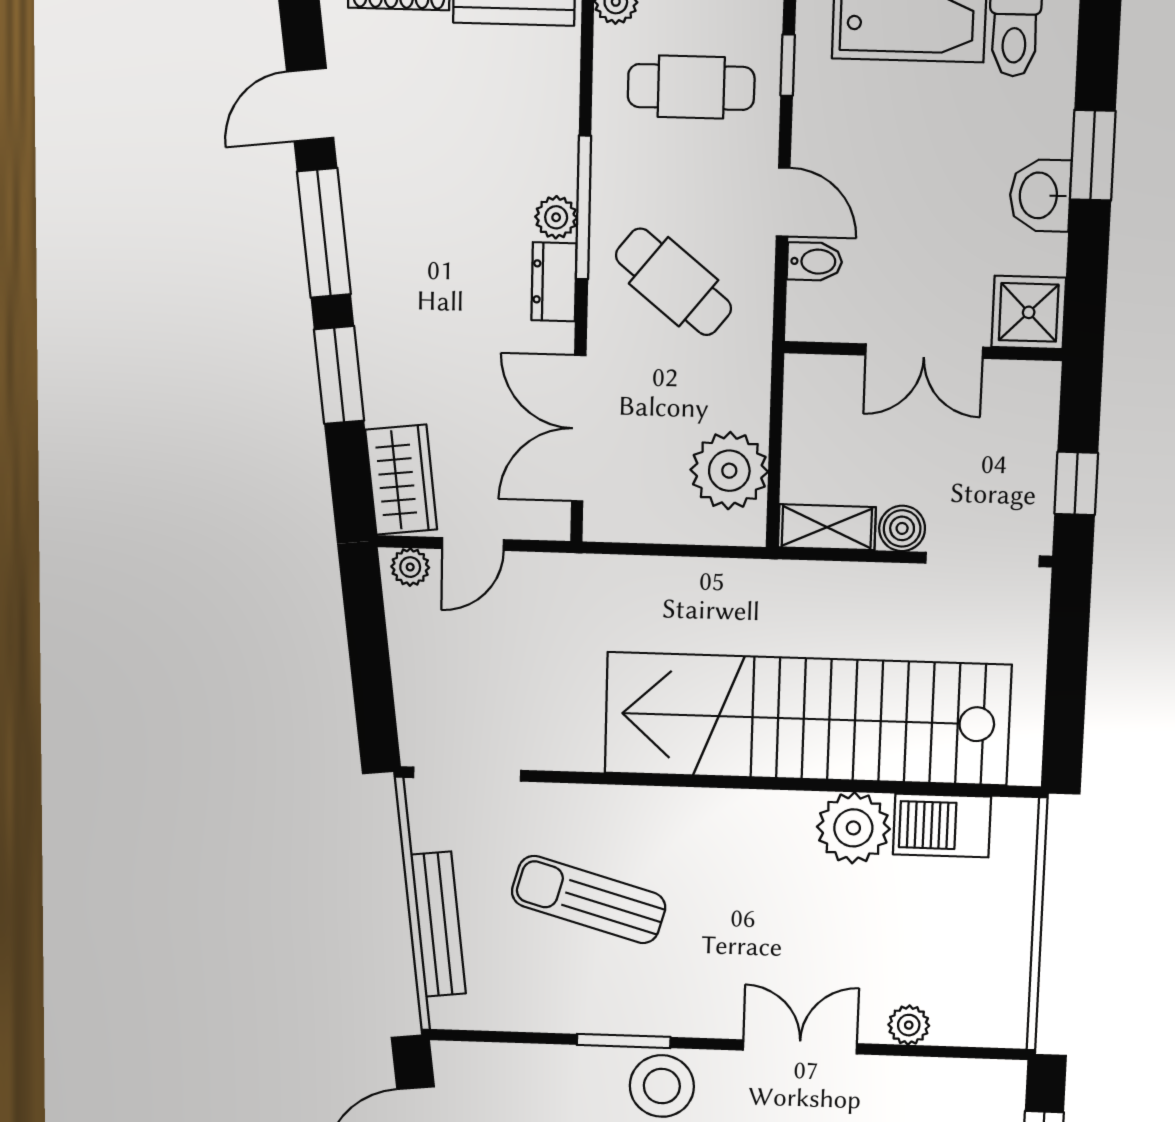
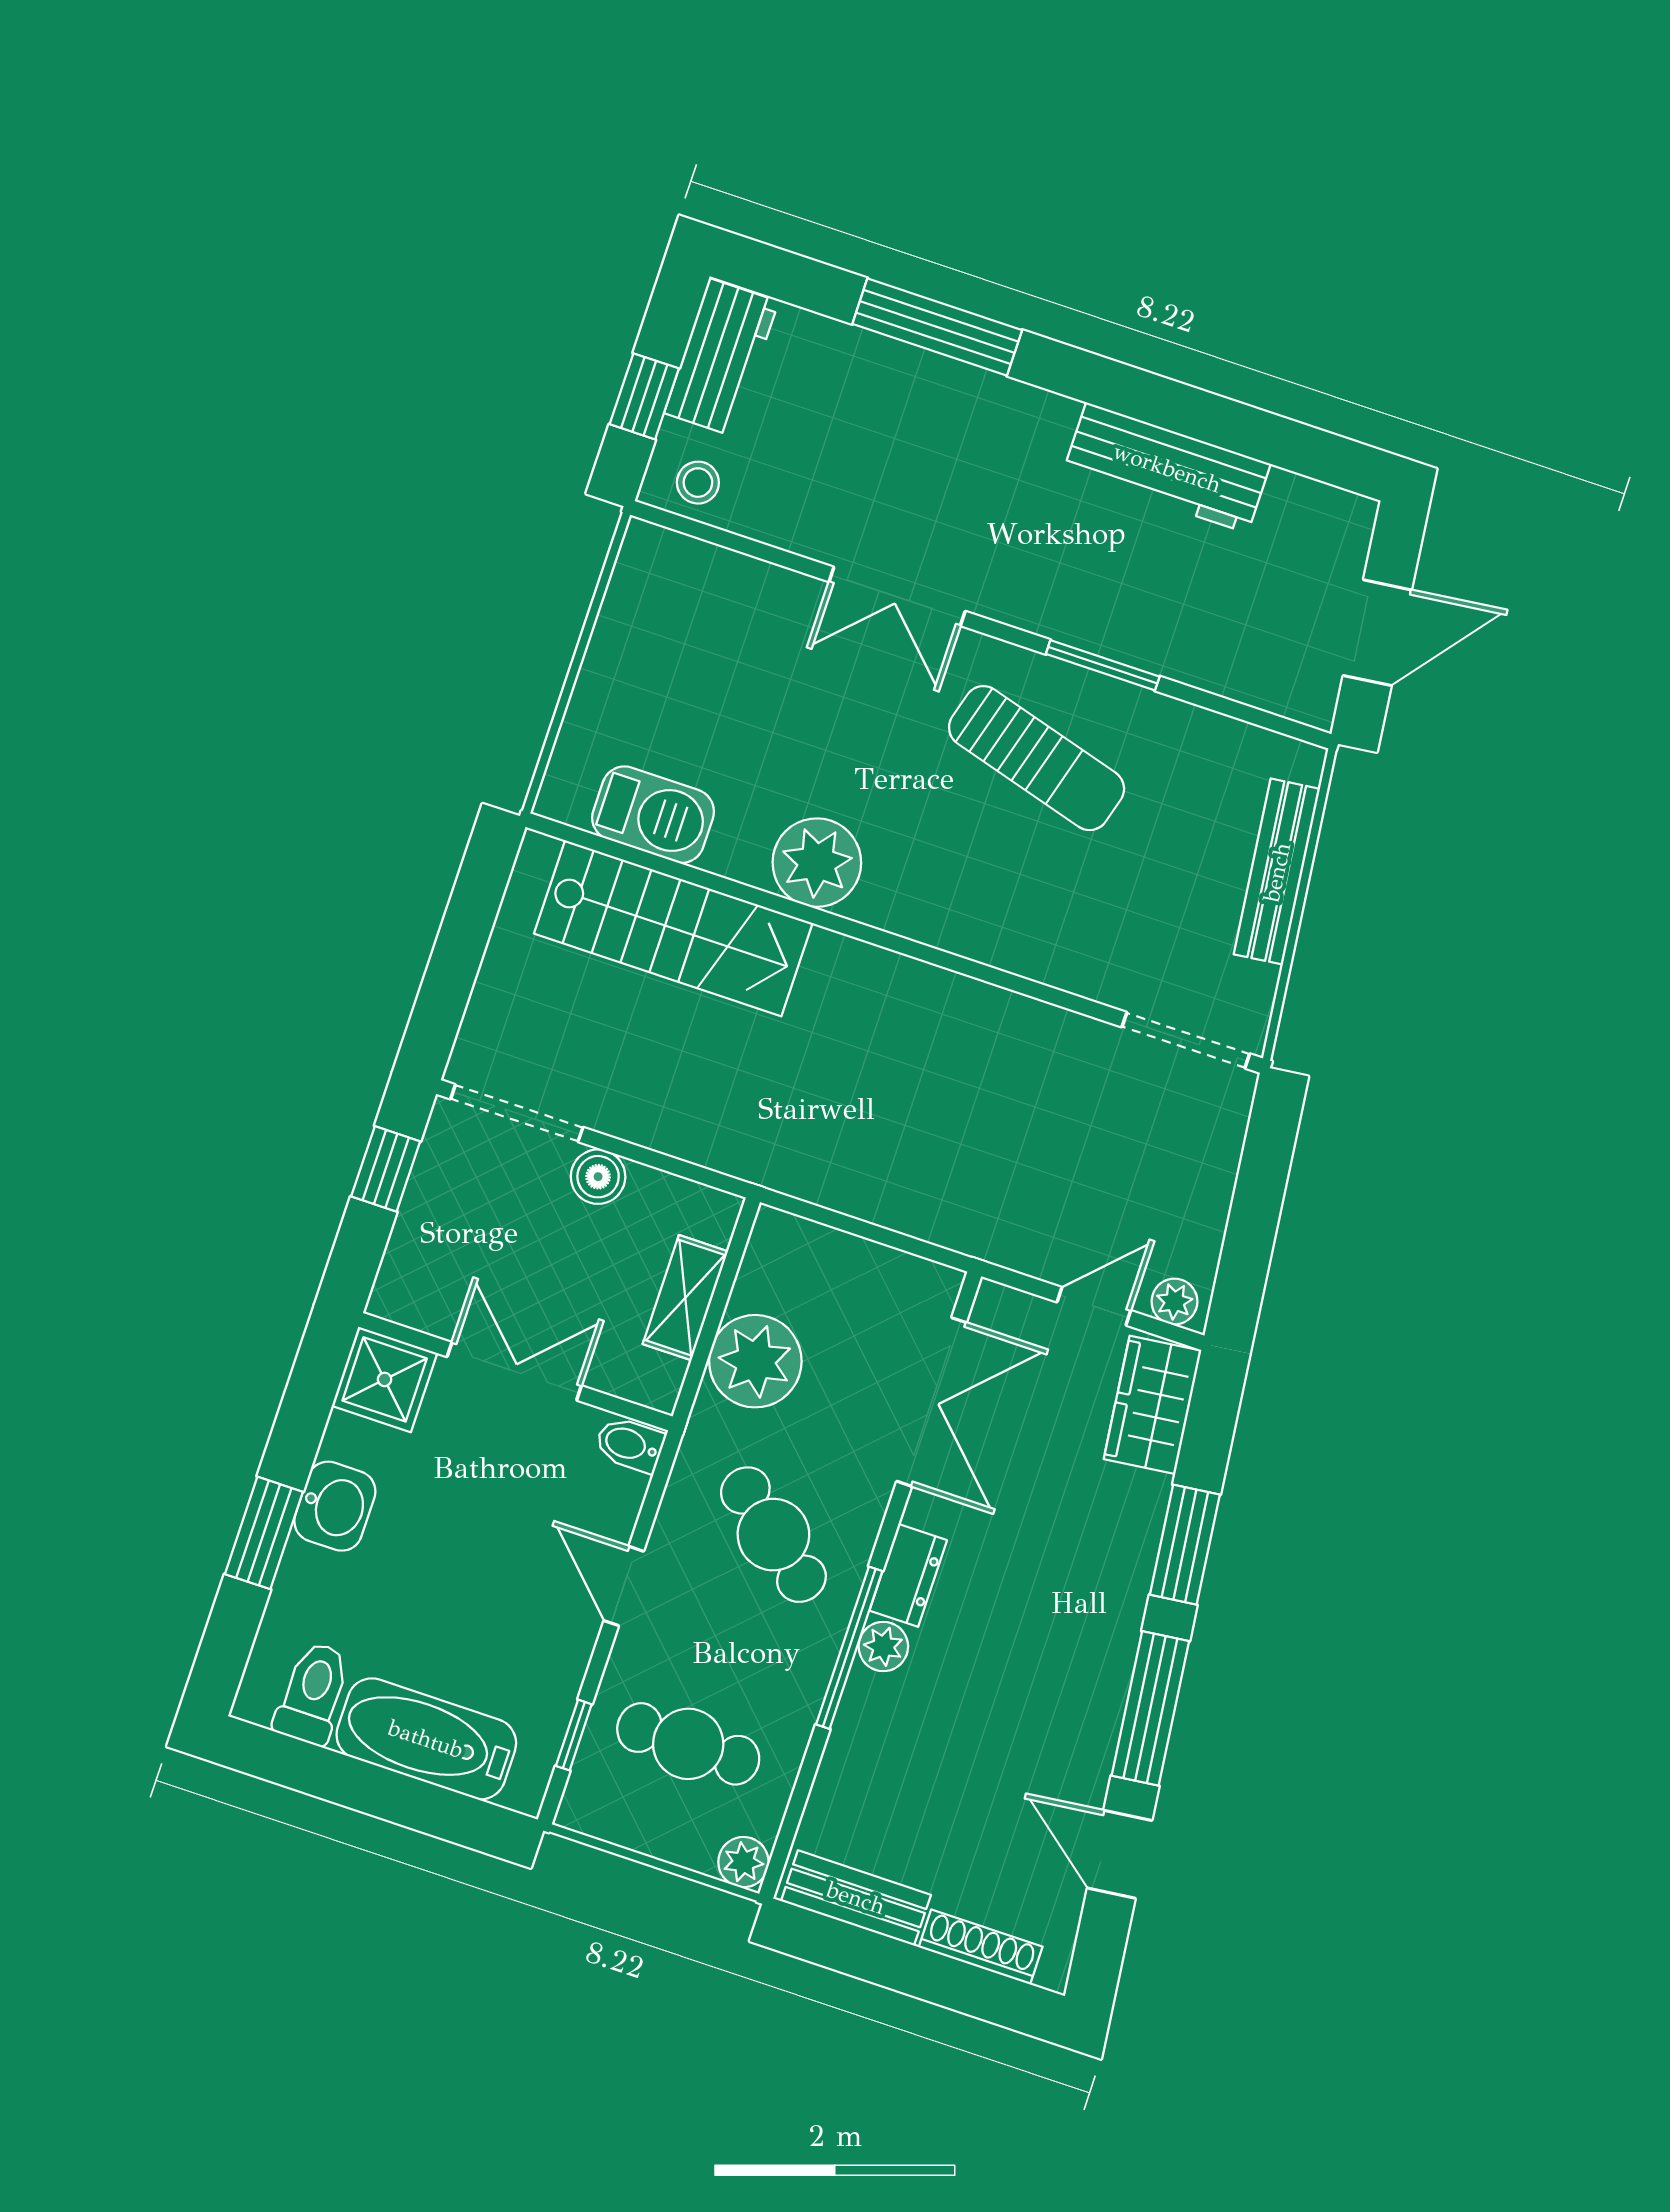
door: (310, 105) -> (1120, 1854), swing flipped
bidet: (815, 261) -> (630, 1445), moved
plant: (729, 471) -> (755, 1361), moved
shelving: (827, 527) -> (685, 1298), moved, turned 90
stairs: (807, 719) -> (673, 928), width x0.54, depth x0.66
plant: (853, 828) -> (817, 863), moved
sun lounger: (589, 900) -> (1037, 758), moved
plant: (909, 1025) -> (761, 585), removed
stool: (662, 1086) -> (698, 483), moved, width x0.53, depth x0.53

